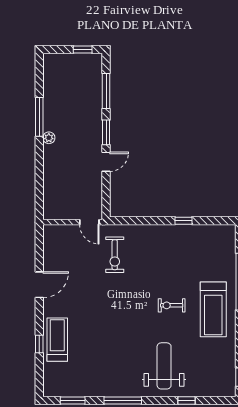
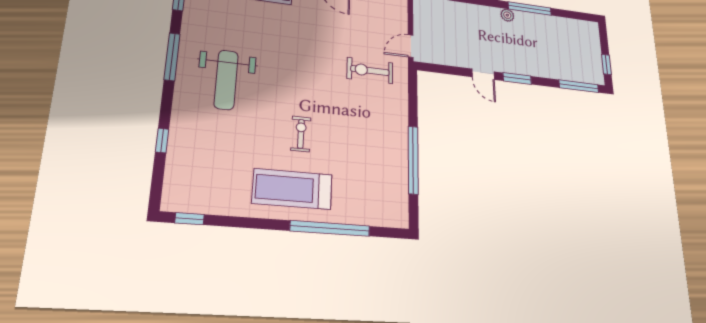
window: (106, 91) -> (579, 86), moved
window: (183, 221) -> (413, 160), width x3.17
weight bench: (164, 366) -> (226, 80), moved, turned 90

